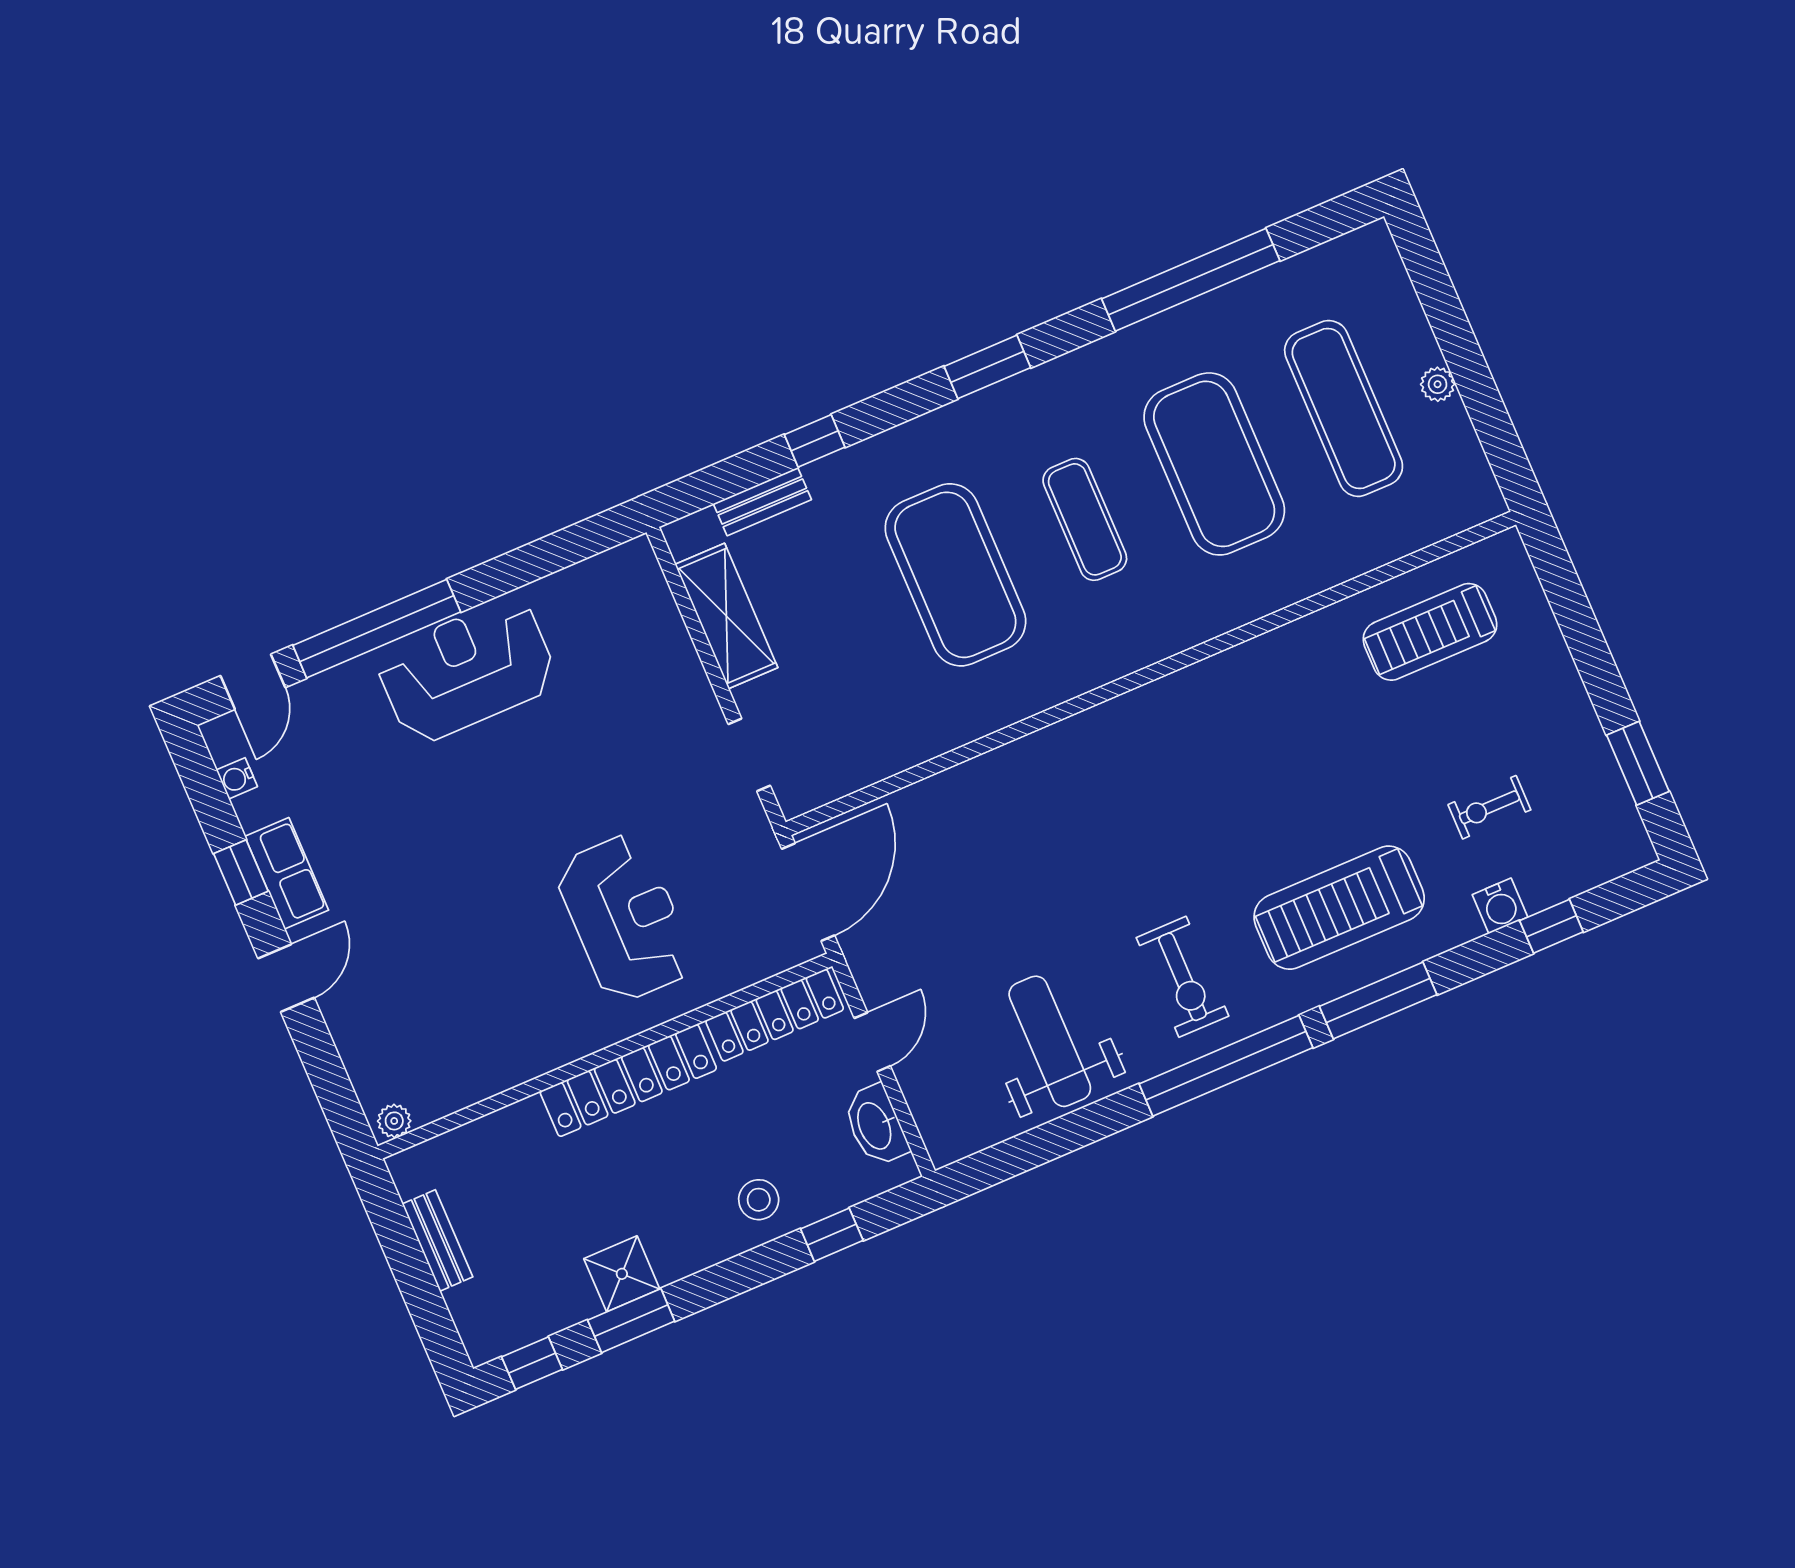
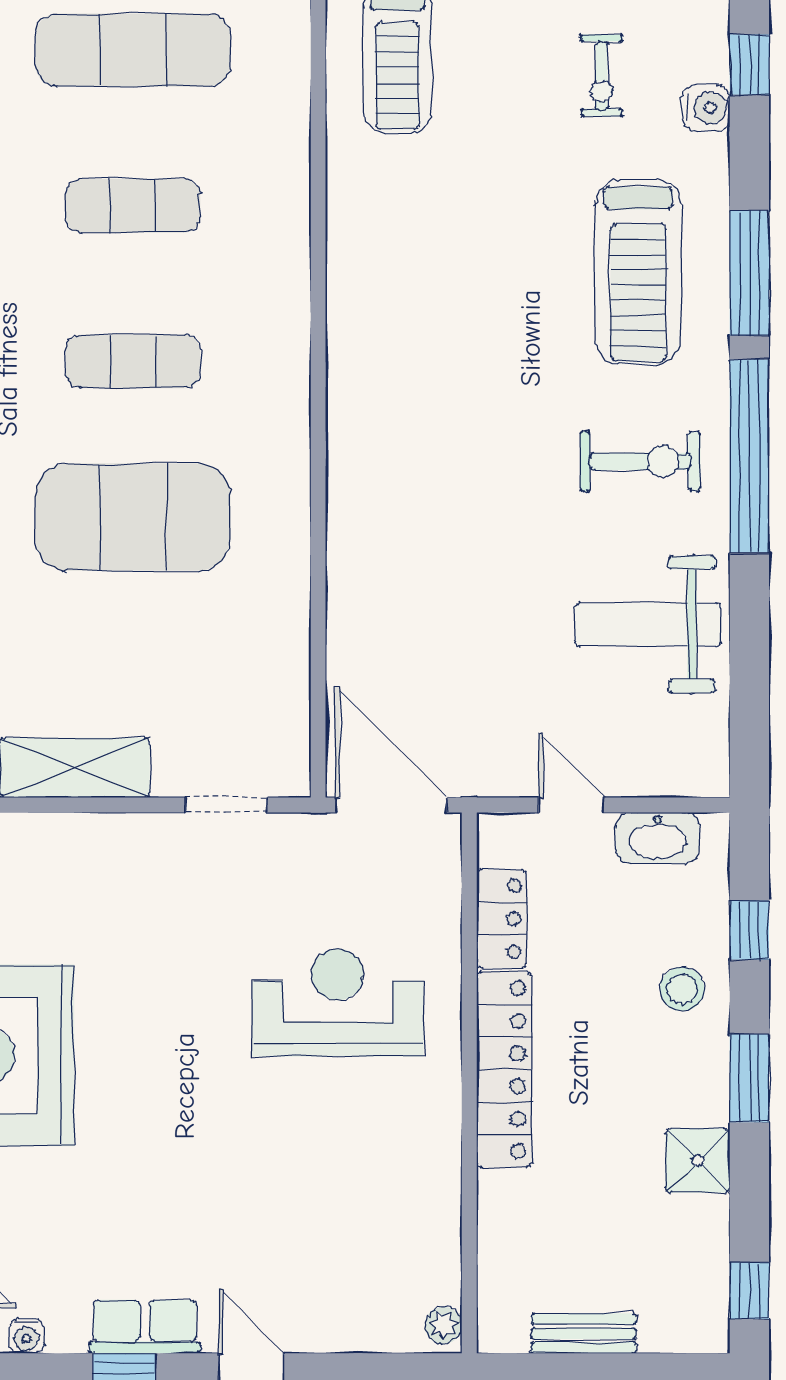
exercise mat: (1214, 464) -> (133, 206), width x0.50, depth x0.69
locker: (775, 1015) -> (501, 919), width x0.66
window: (631, 1321) -> (749, 1078), moved

